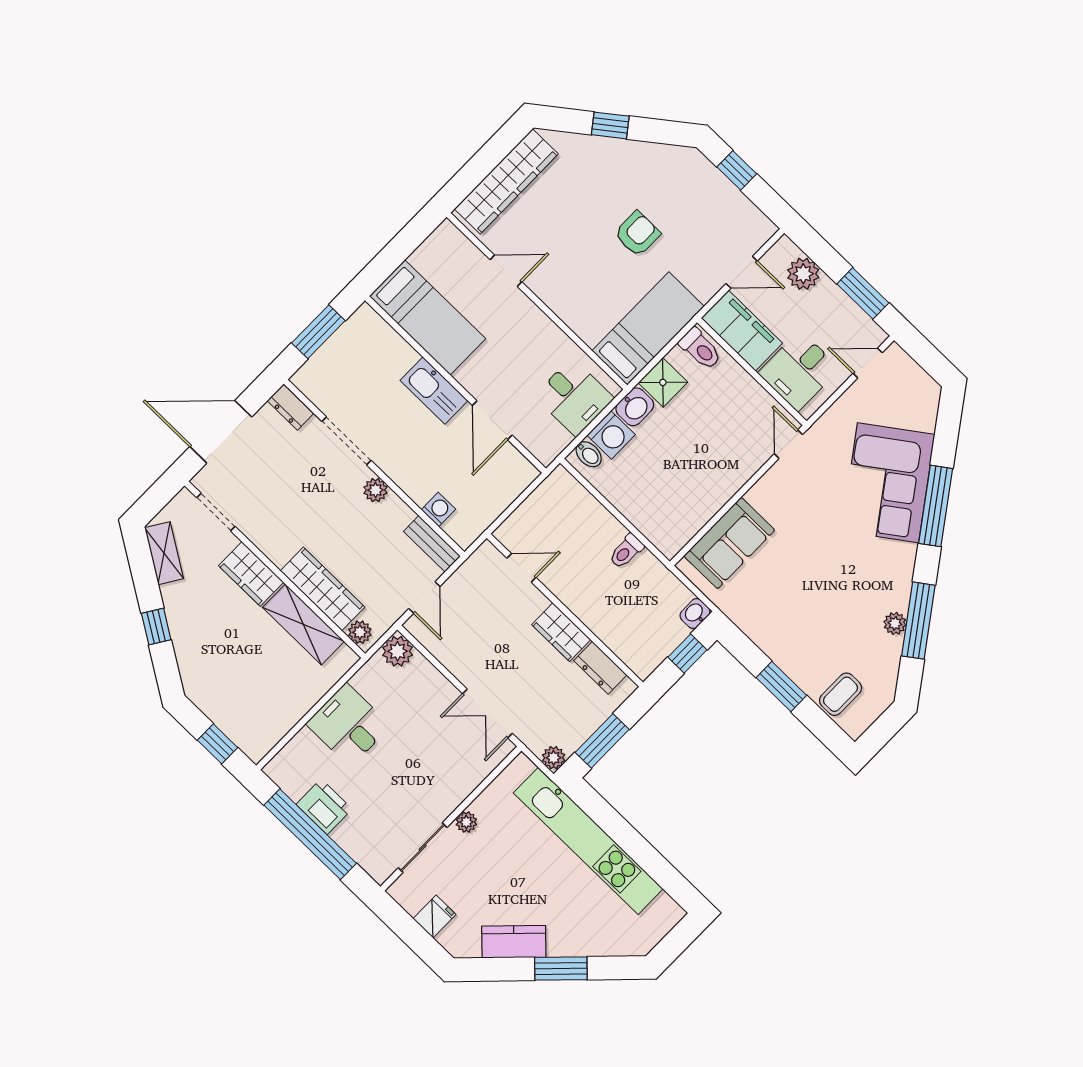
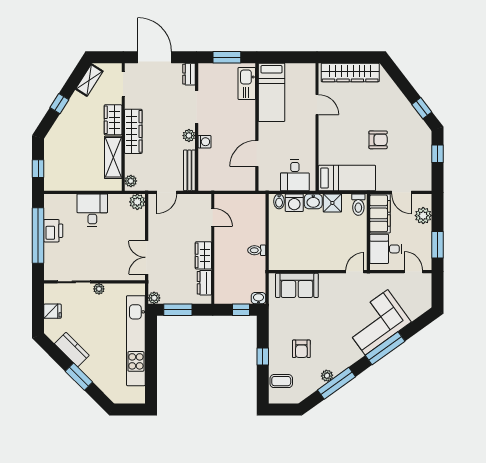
window: (610, 125) -> (422, 108), moved
kitchen sink: (434, 391) -> (247, 83), moved
washing machine: (438, 509) -> (204, 142), moved
bench: (432, 544) -> (189, 170), width x1.36
wardrobe: (323, 589) -> (133, 131), moved
armchair: (823, 623) -> (301, 349), added
window: (781, 687) -> (263, 356), width x0.67

